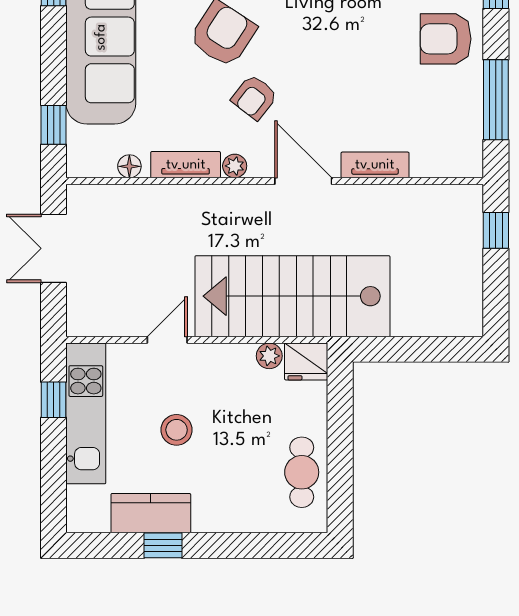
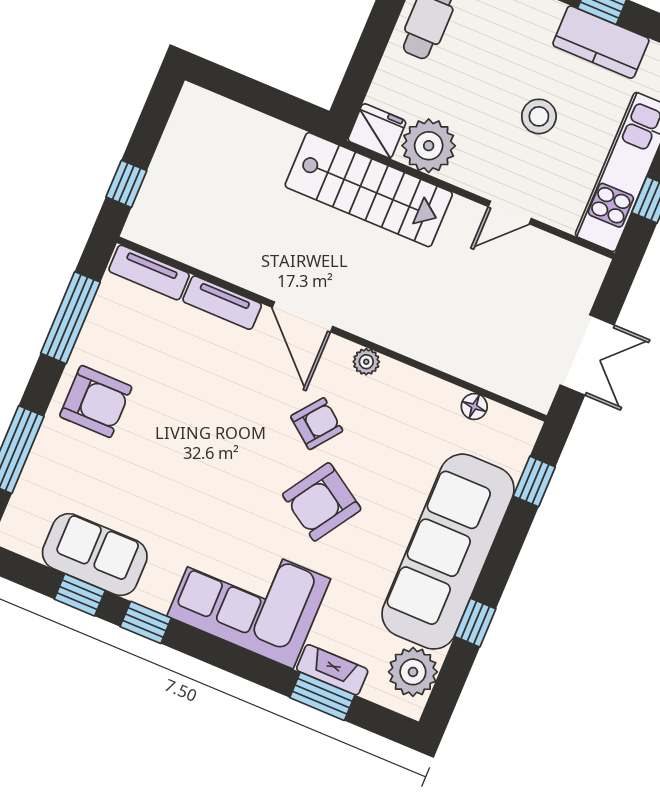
tv unit: (186, 165) -> (149, 272), moved
stairs: (292, 296) -> (369, 190), width x0.73, depth x0.66
plant: (269, 356) -> (429, 146), width x1.87, depth x1.87

